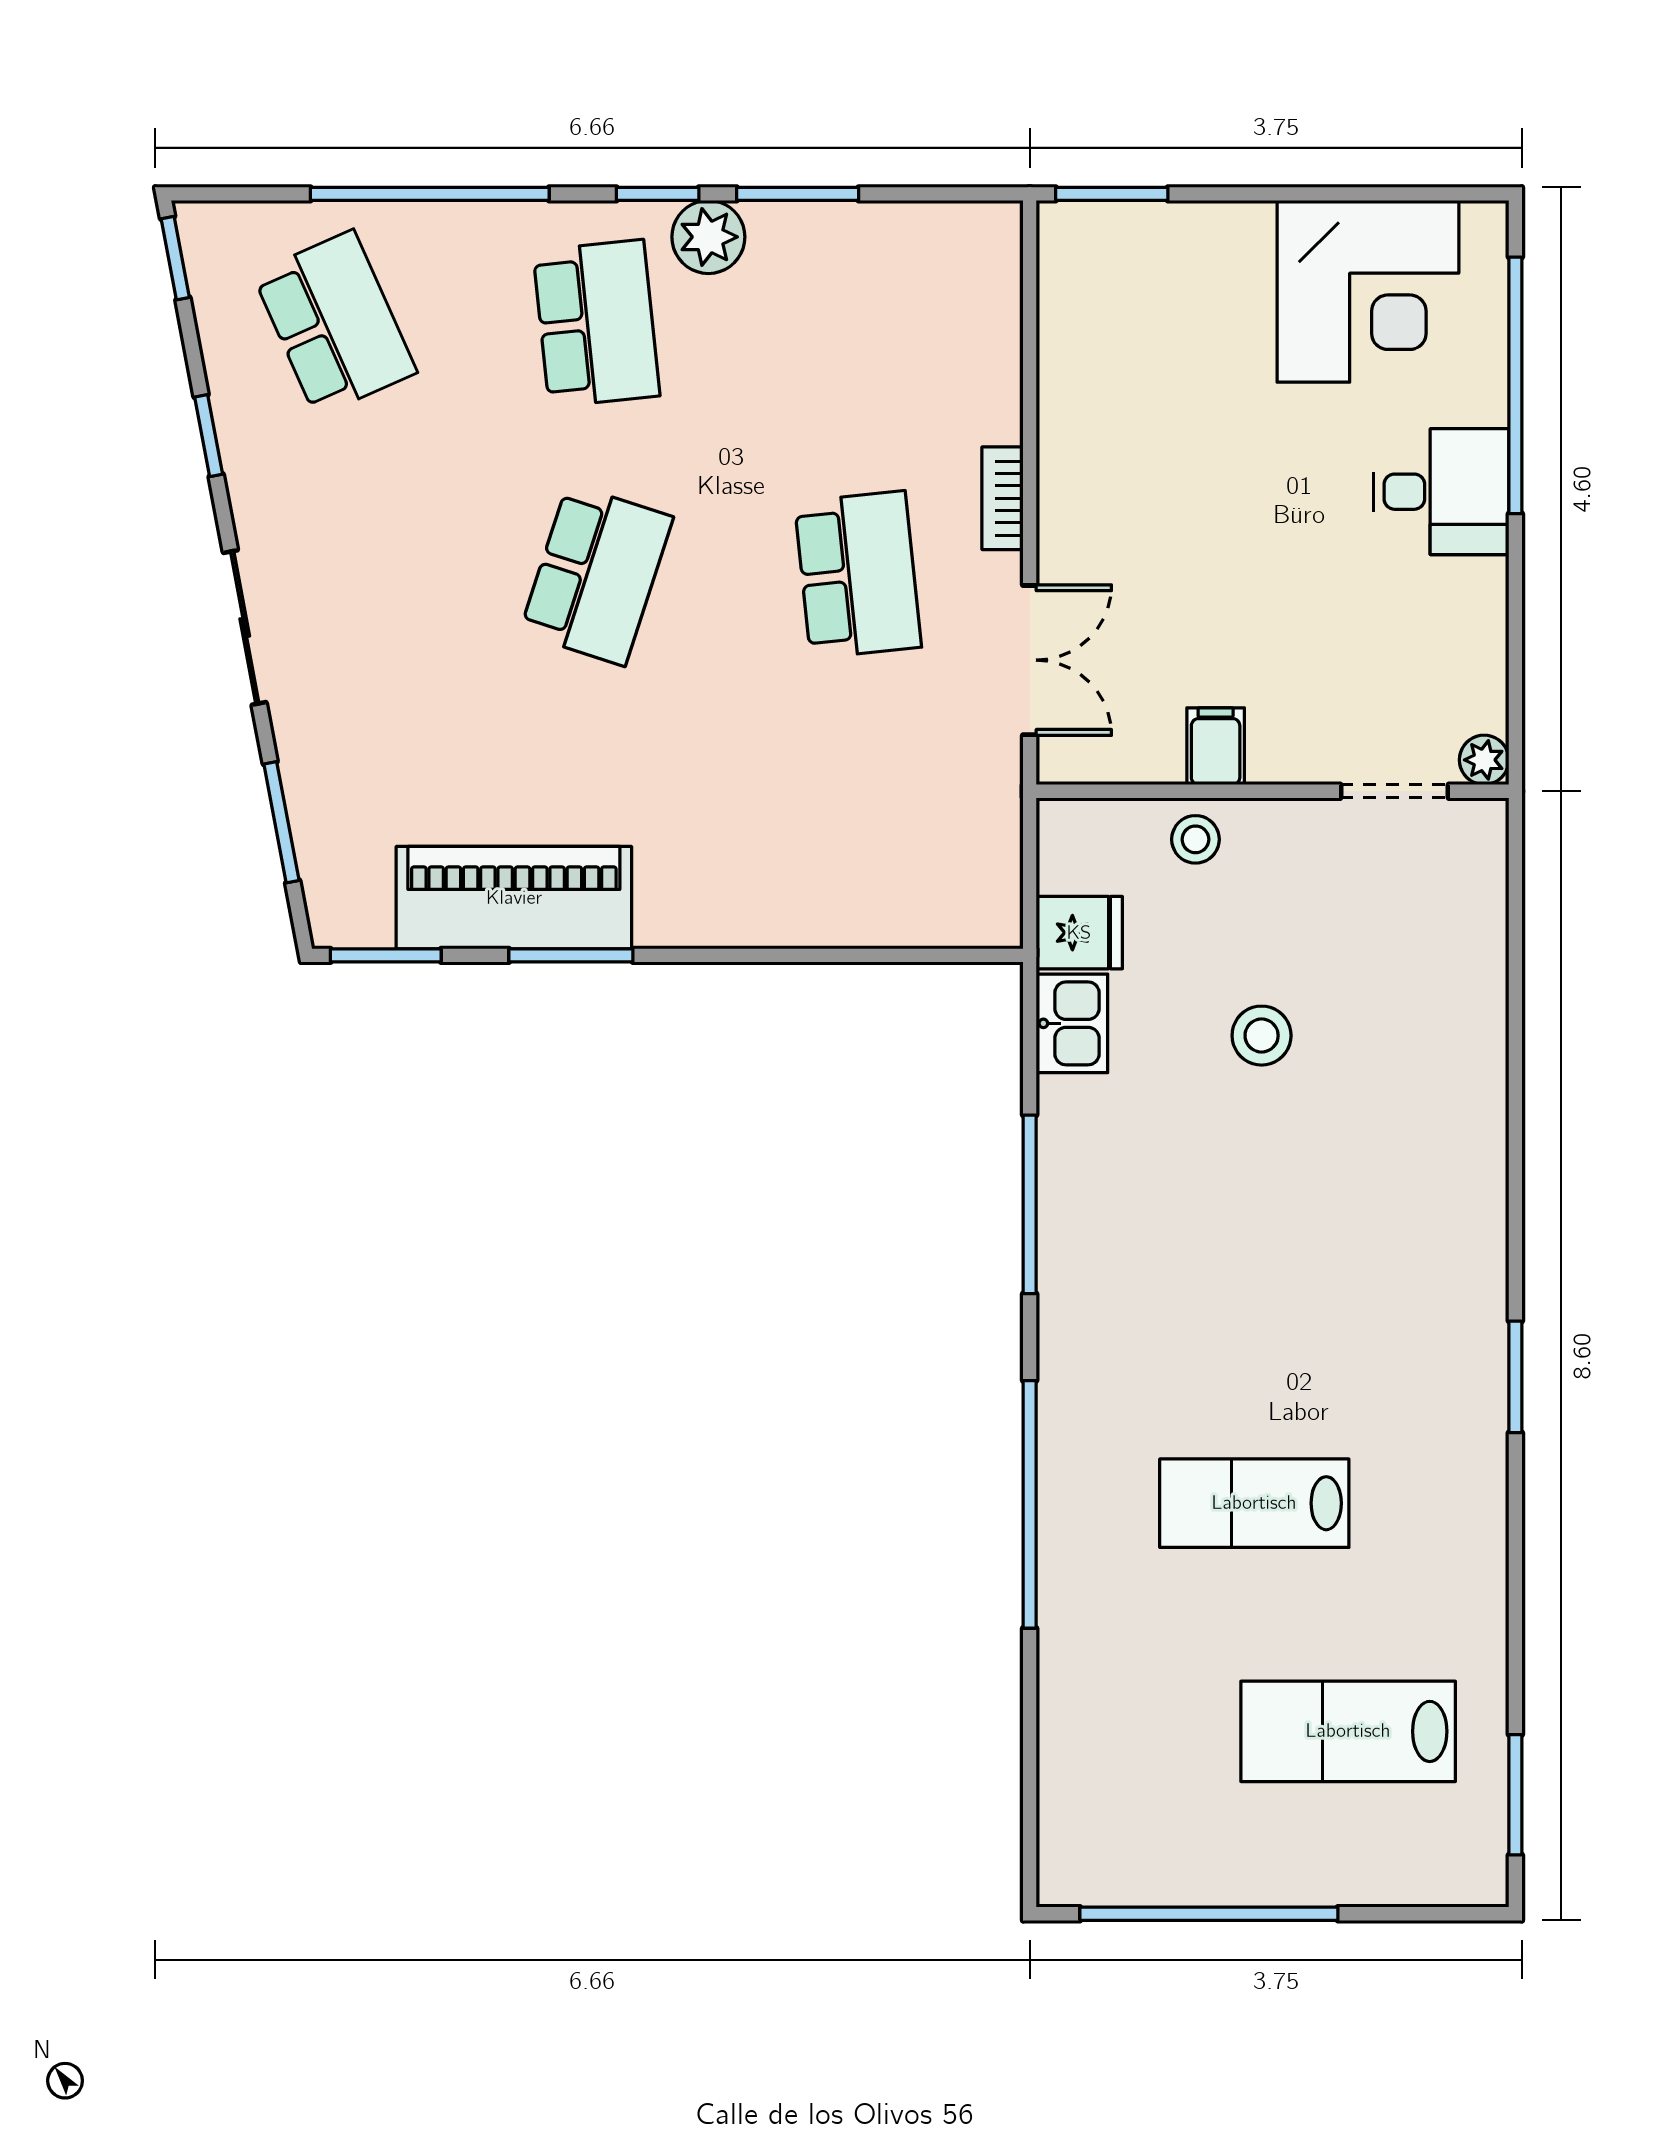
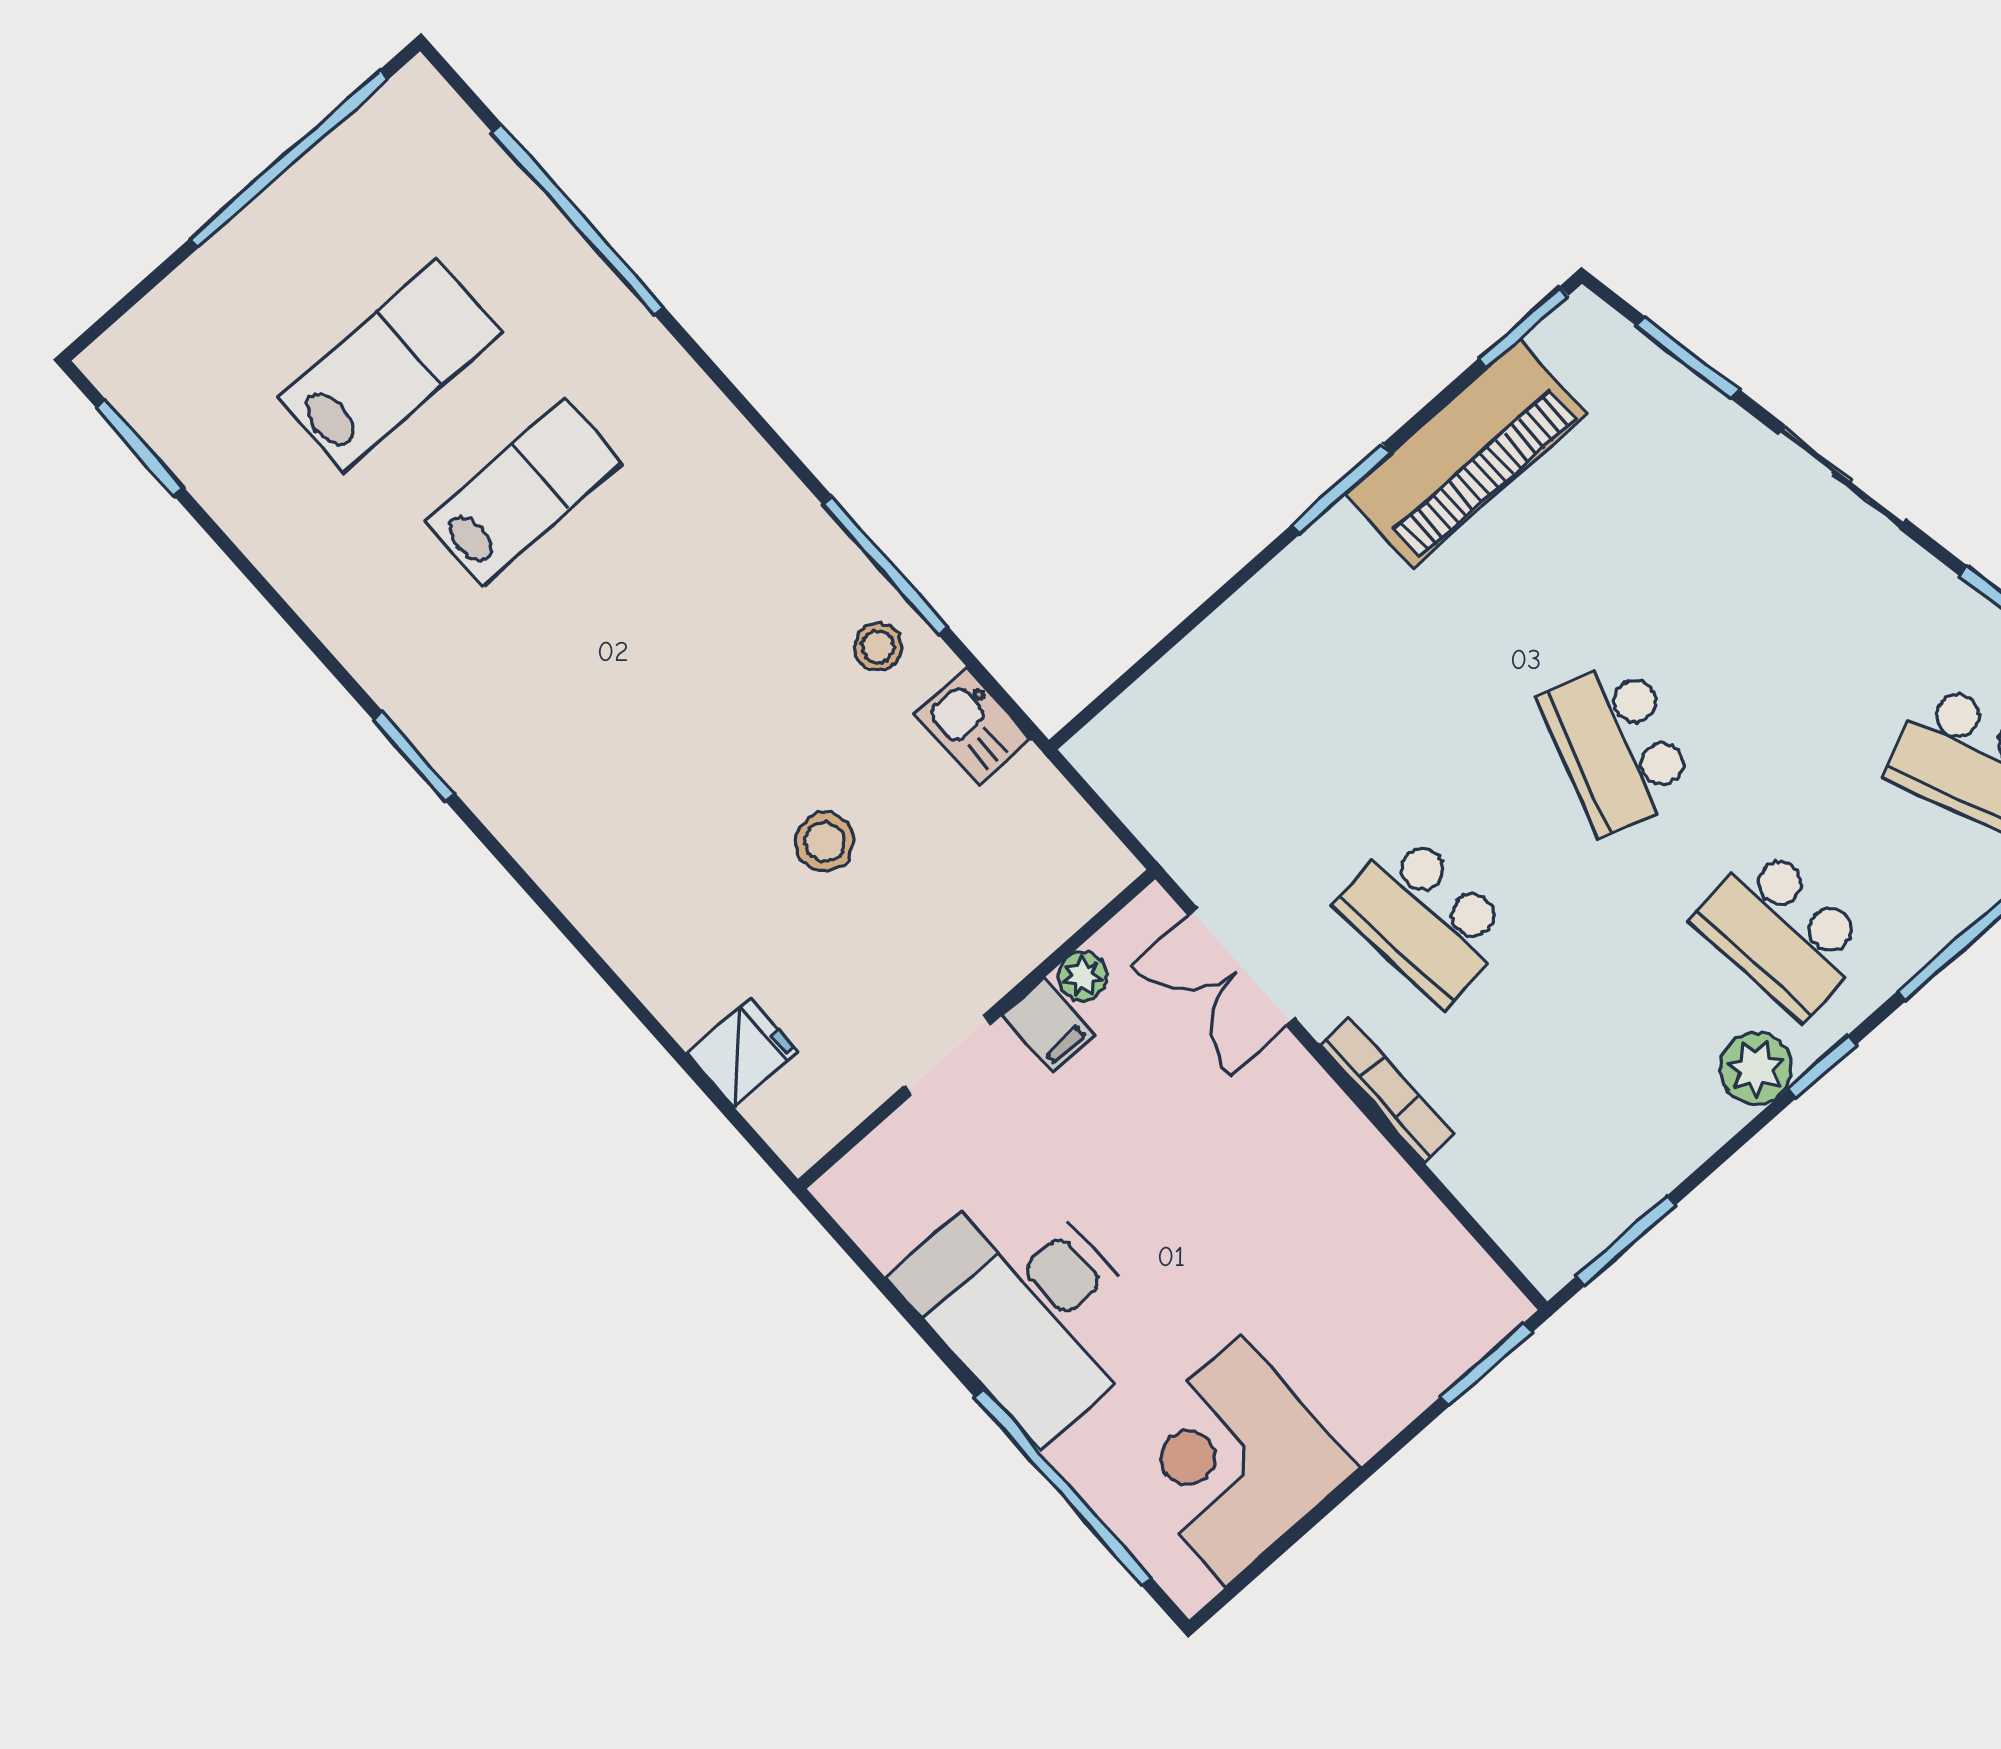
window: (798, 194) -> (1626, 1241), moved
desk: (1441, 492) -> (1028, 1307), width x1.87, depth x1.30
bookcase: (1003, 498) -> (1387, 1090), width x1.56
plant: (1484, 760) -> (1083, 976), moved
doorway: (1394, 791) -> (948, 1055), moved
stool: (1195, 839) -> (878, 647), moved
fridge: (1079, 933) -> (742, 1052), moved, turned 180
window: (571, 955) -> (1341, 489), moved
window: (1030, 1504) -> (578, 219), moved
lab bench: (1348, 1731) -> (390, 366), moved

